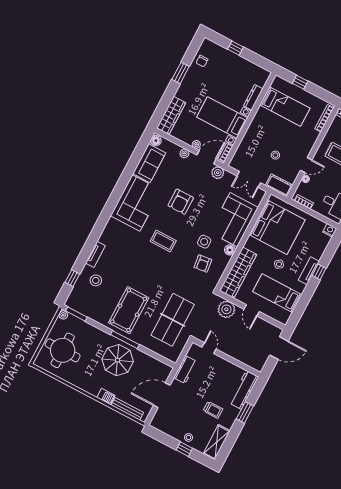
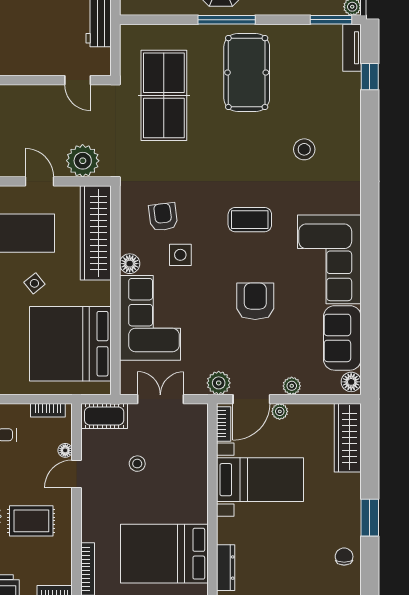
dresser: (253, 97) -> (226, 568), moved
bed: (285, 107) -> (164, 554), width x1.50
tv unit: (95, 254) -> (352, 48), moved
stool: (96, 280) -> (304, 149), moved

